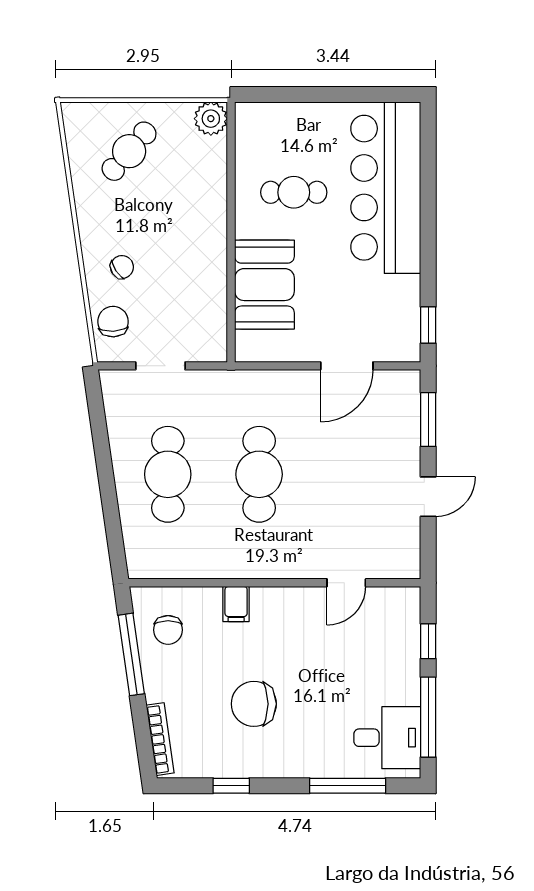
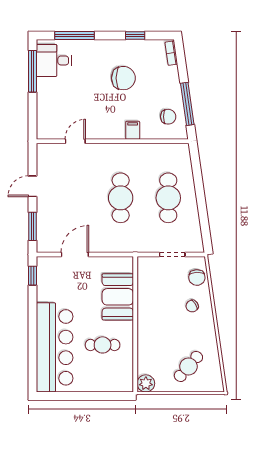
chair: (168, 630) -> (168, 117), turned 90
window: (428, 641) -> (32, 111), removed
bookcase: (160, 739) -> (171, 53), width x0.64

